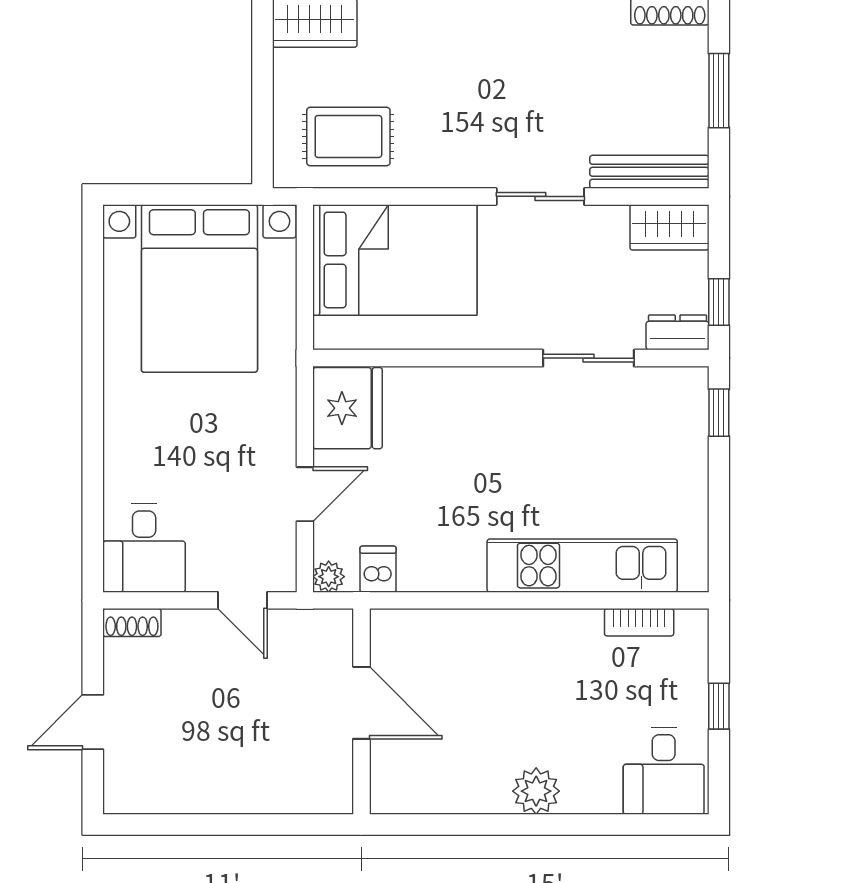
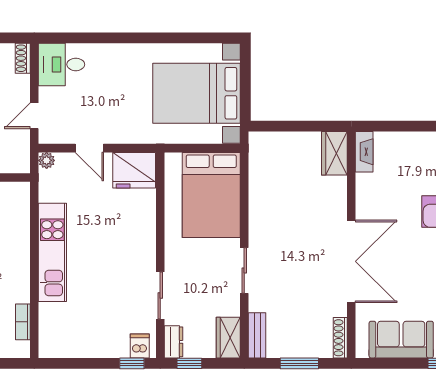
rug: (348, 136) -> (275, 171), removed
bench: (649, 172) -> (257, 335), width x0.73
kitchen unit: (582, 566) -> (52, 252), moved
dishwasher: (378, 569) -> (140, 346), moved, turned -90

